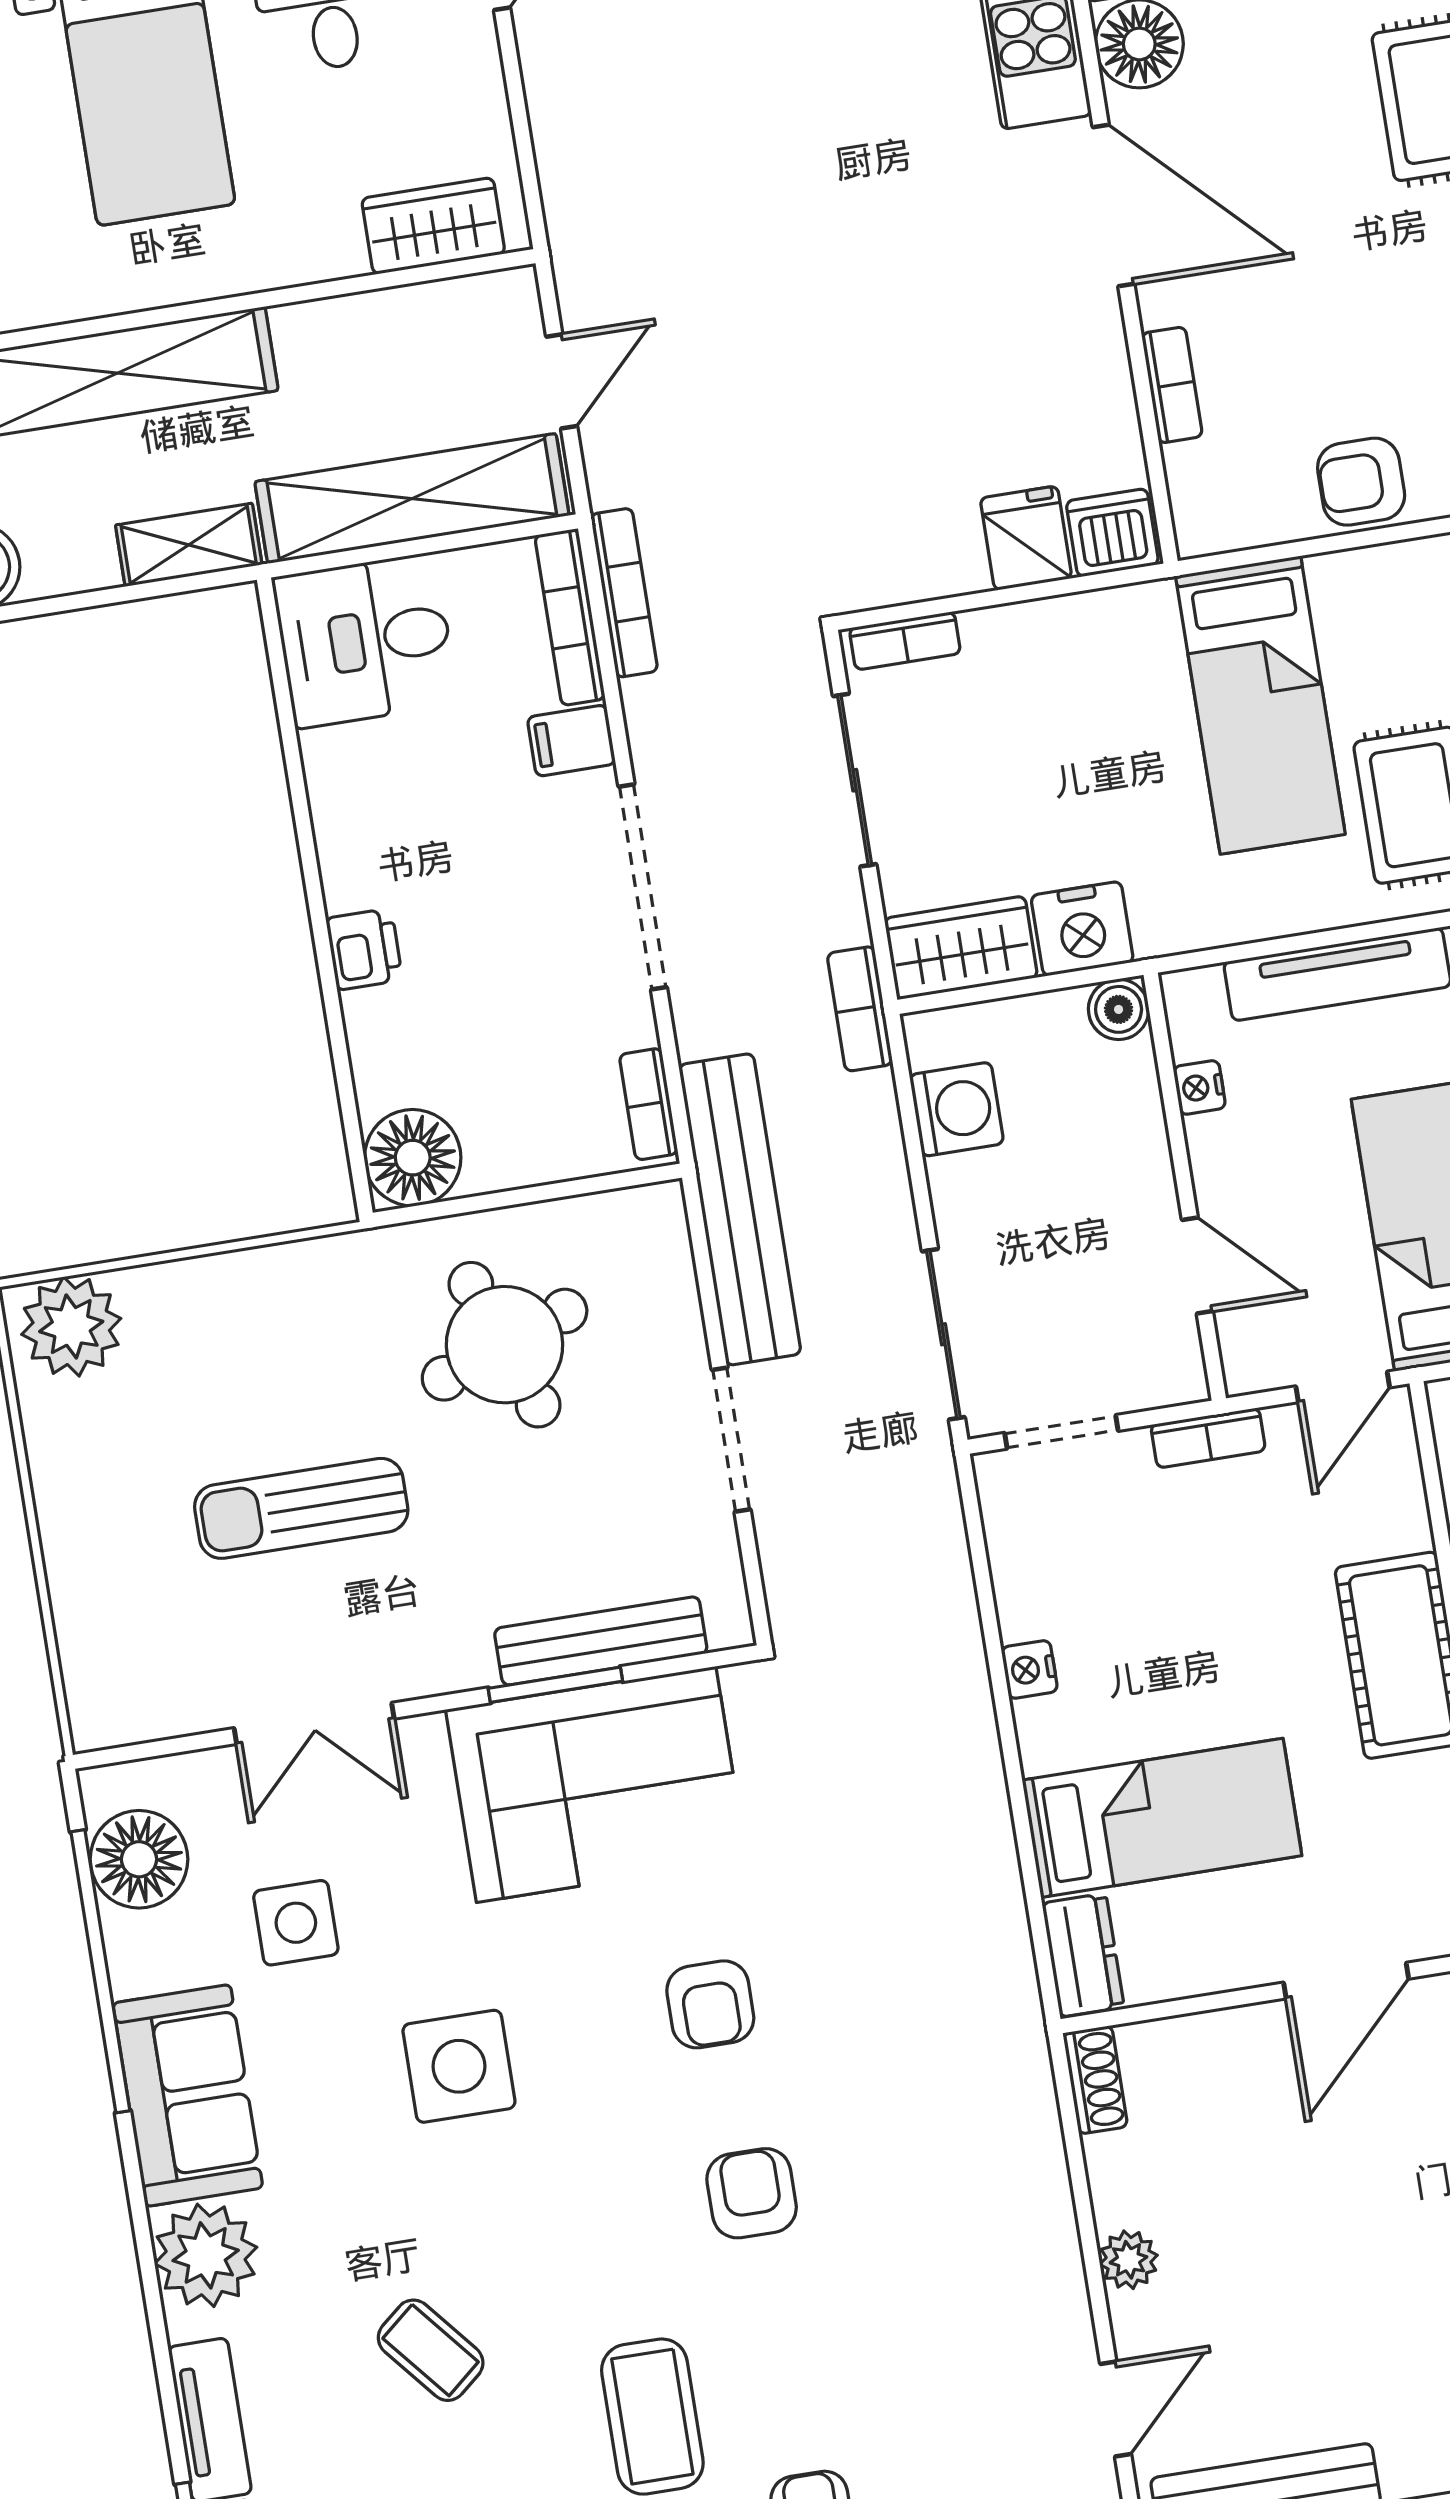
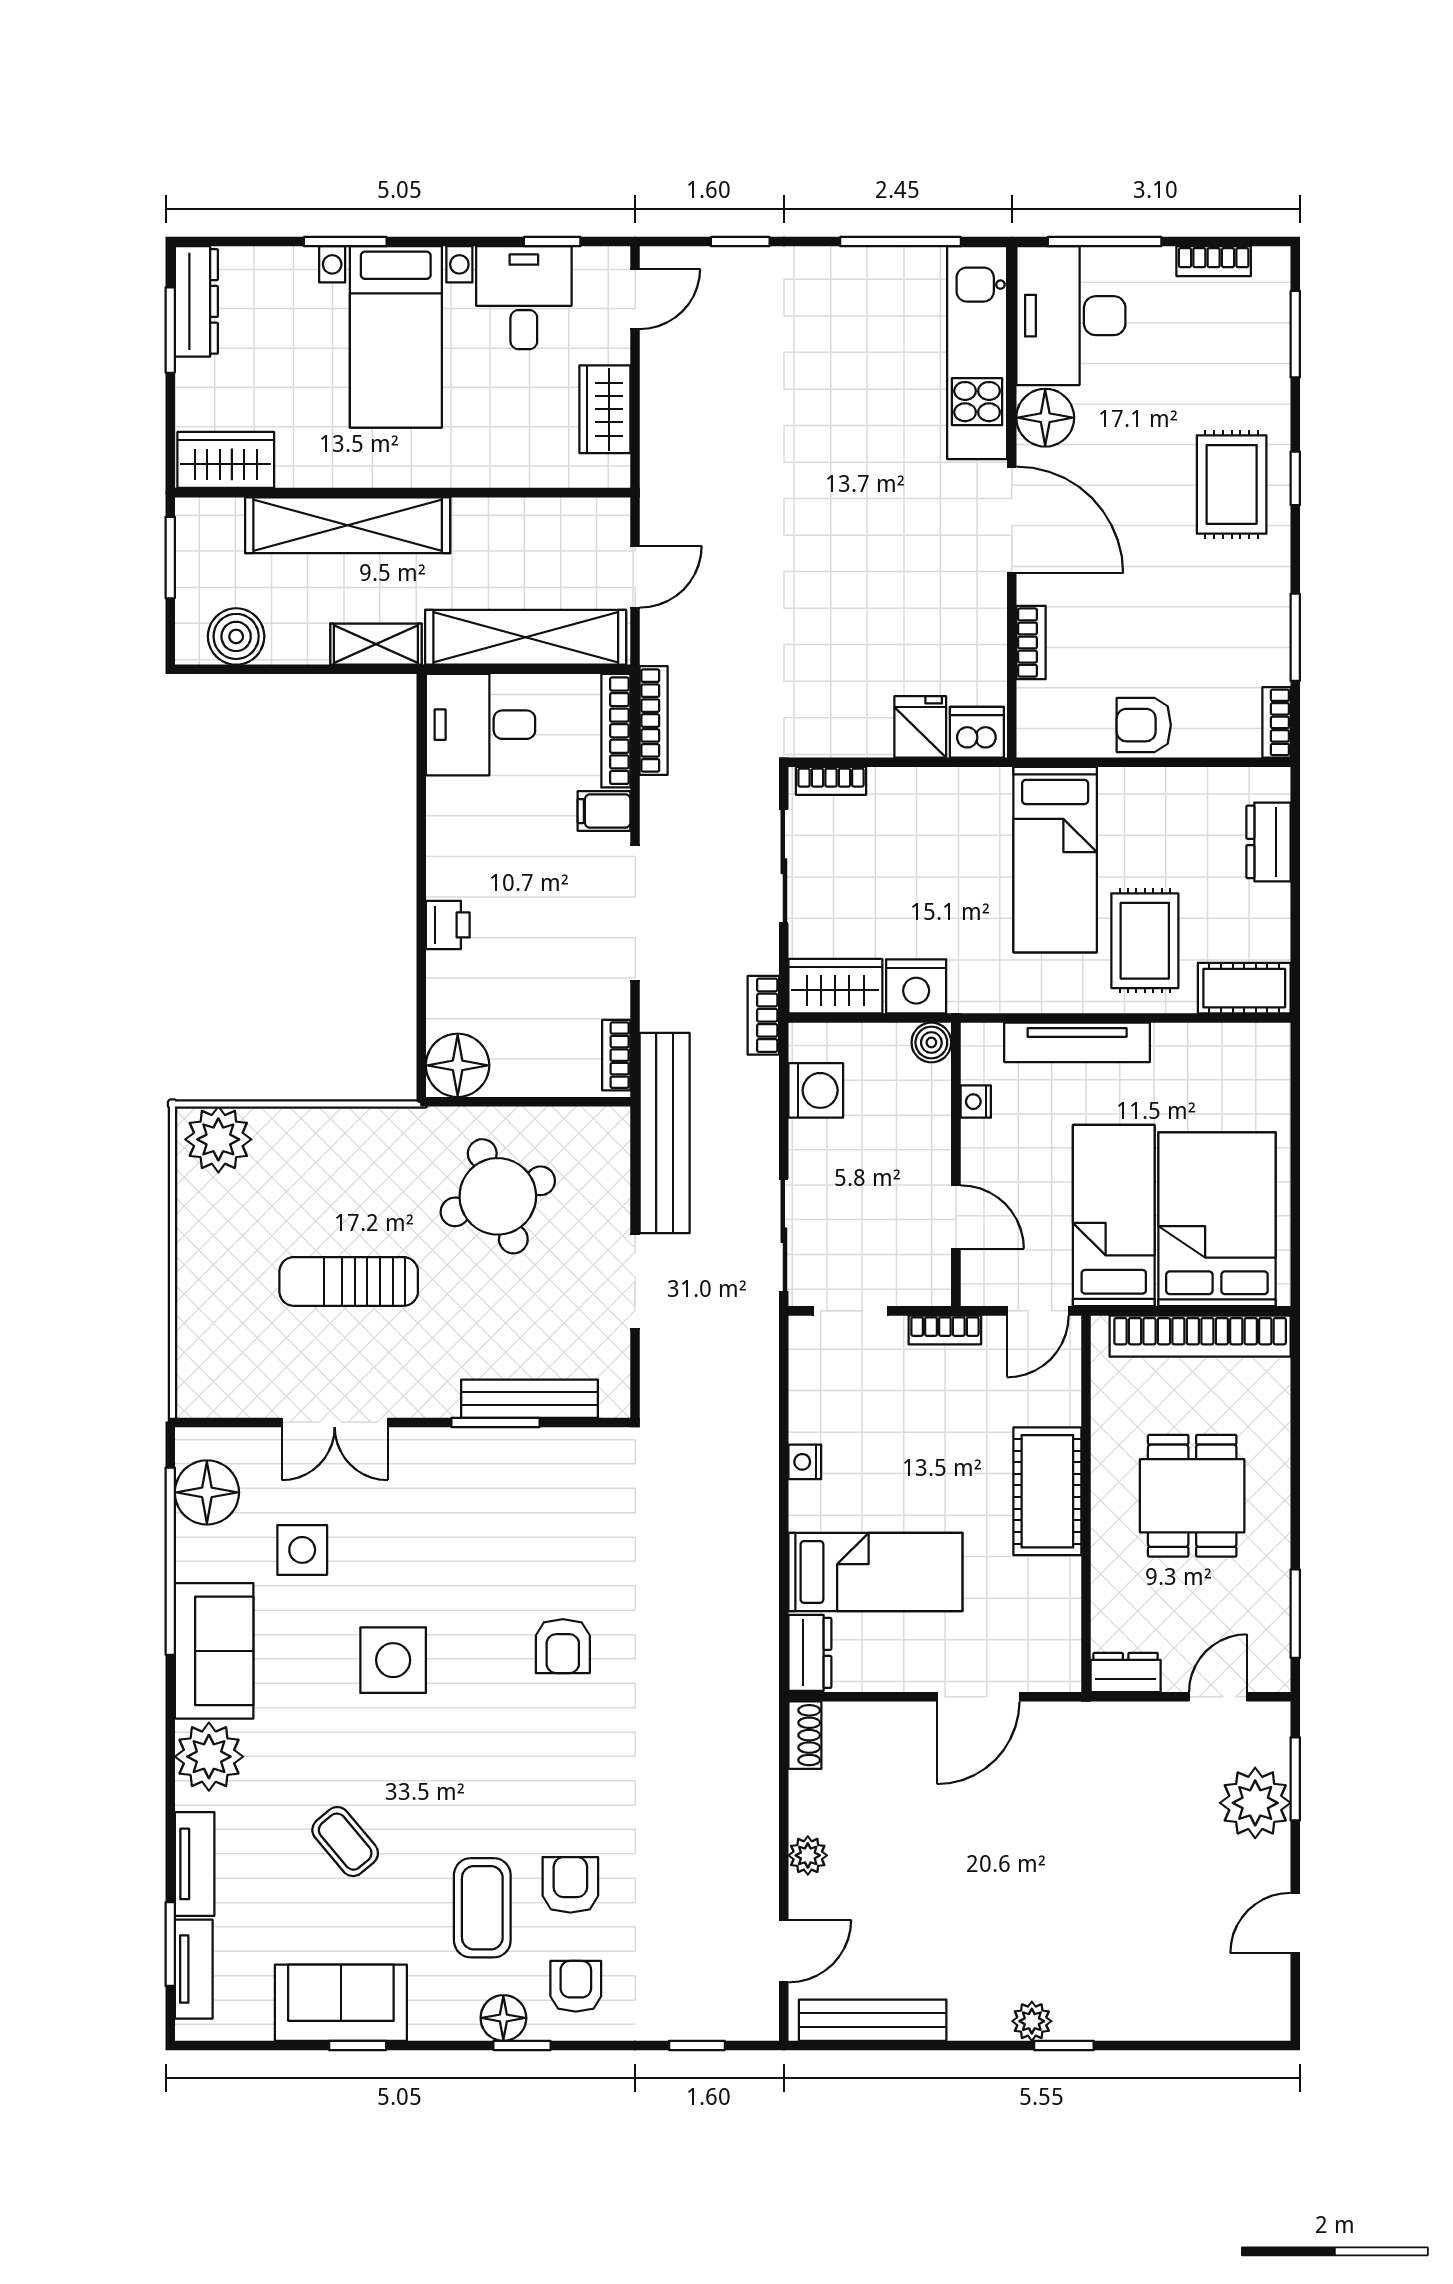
wardrobe: (433, 226) -> (605, 409), moved, turned -90
corner sofa: (596, 1784) -> (511, 1491), removed
armchair: (752, 2193) -> (570, 1885), moved

